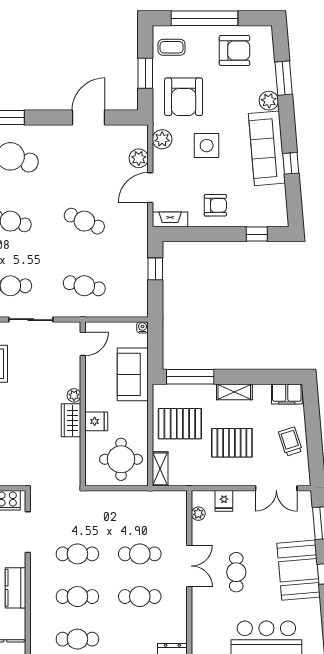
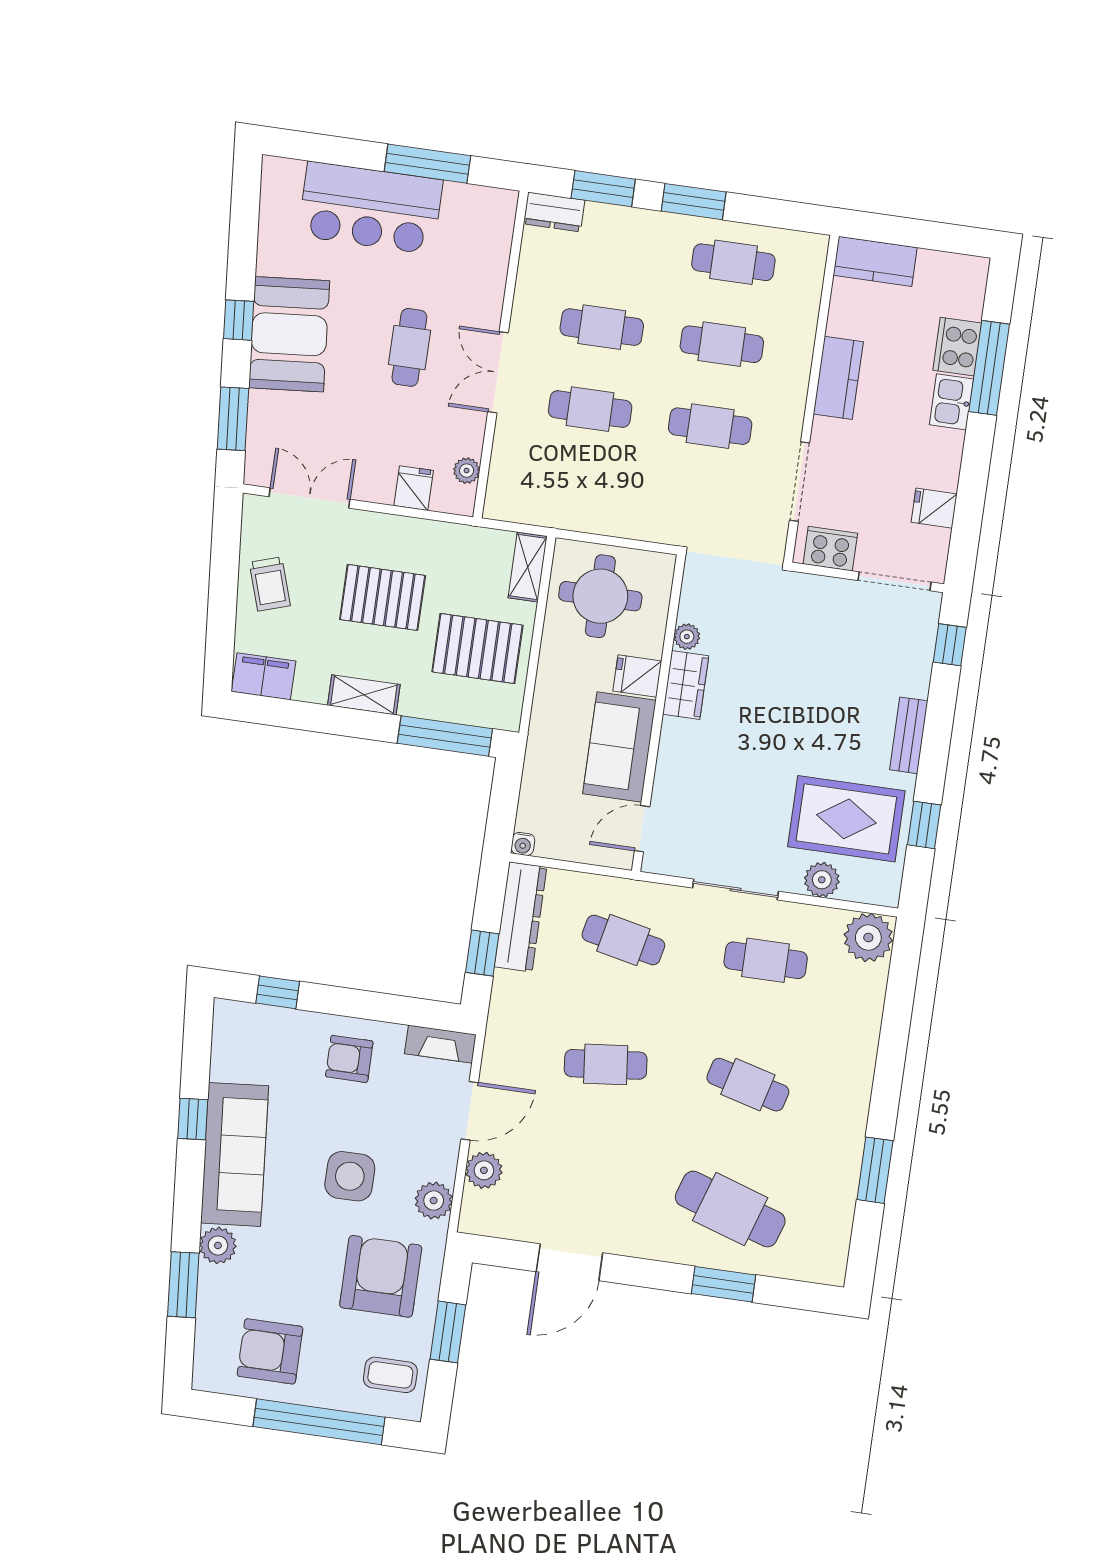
cafe table: (84, 221) -> (606, 1064), turned -30
dresser: (138, 290) -> (521, 917), added
sofa: (133, 374) -> (619, 747), moved, turned 180
plant: (74, 395) -> (687, 637), moved

